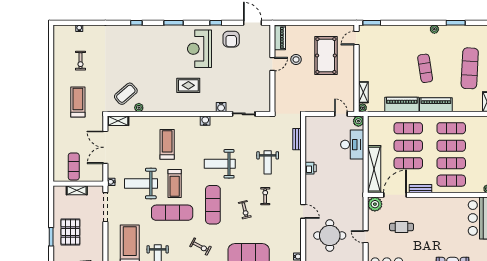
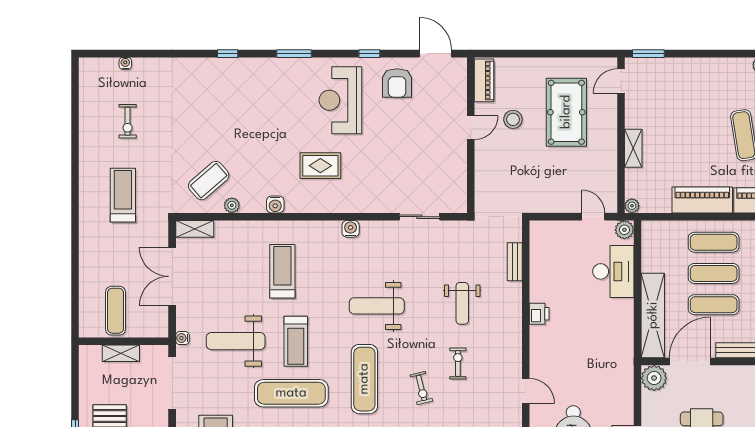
shelving: (363, 92) -> (633, 148), moved
water cooler: (221, 107) -> (275, 204), moved

